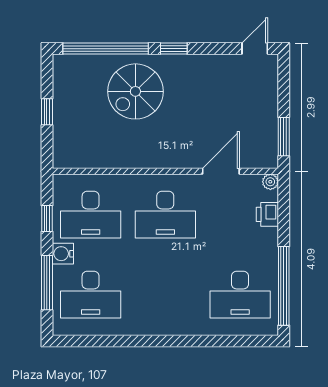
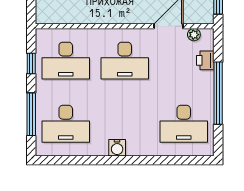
plant: (270, 182) -> (194, 35), moved
water cooler: (63, 254) -> (117, 148), moved, turned -90
window: (284, 286) -> (218, 93), moved

